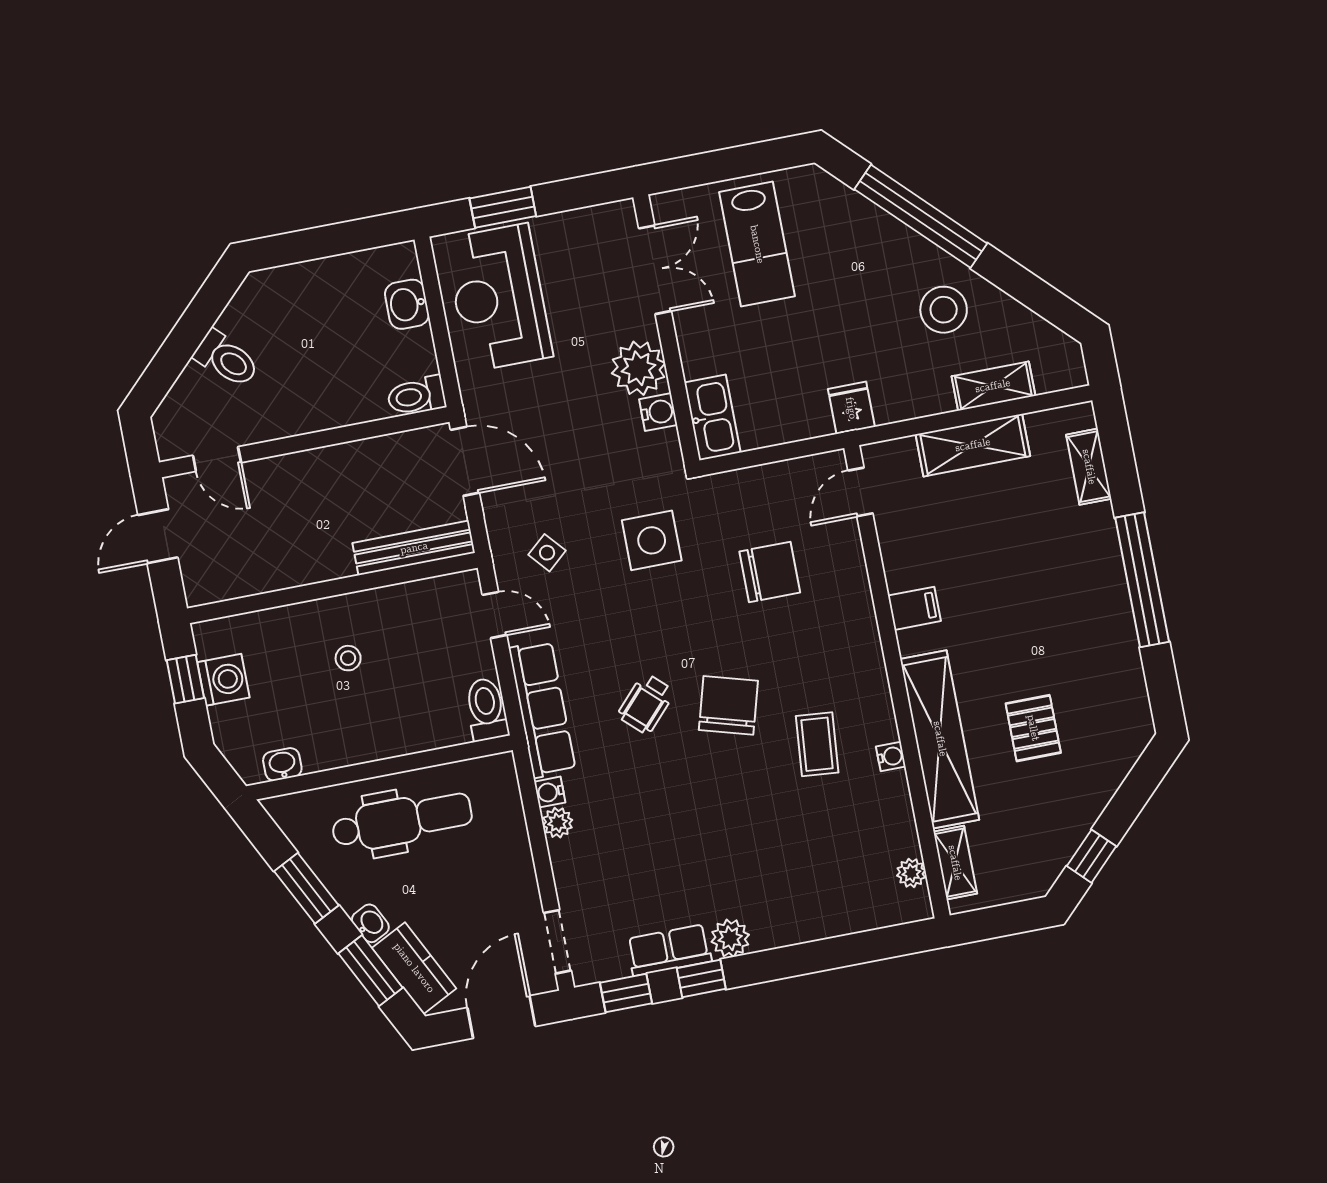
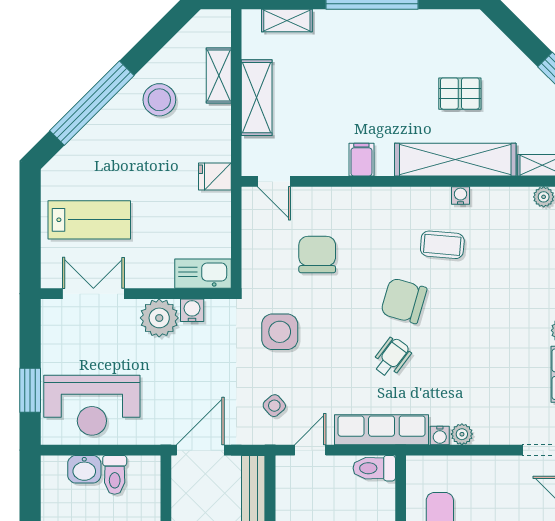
toilet: (416, 396) -> (115, 475), moved
wheelchair: (646, 704) -> (392, 357), turned -96

